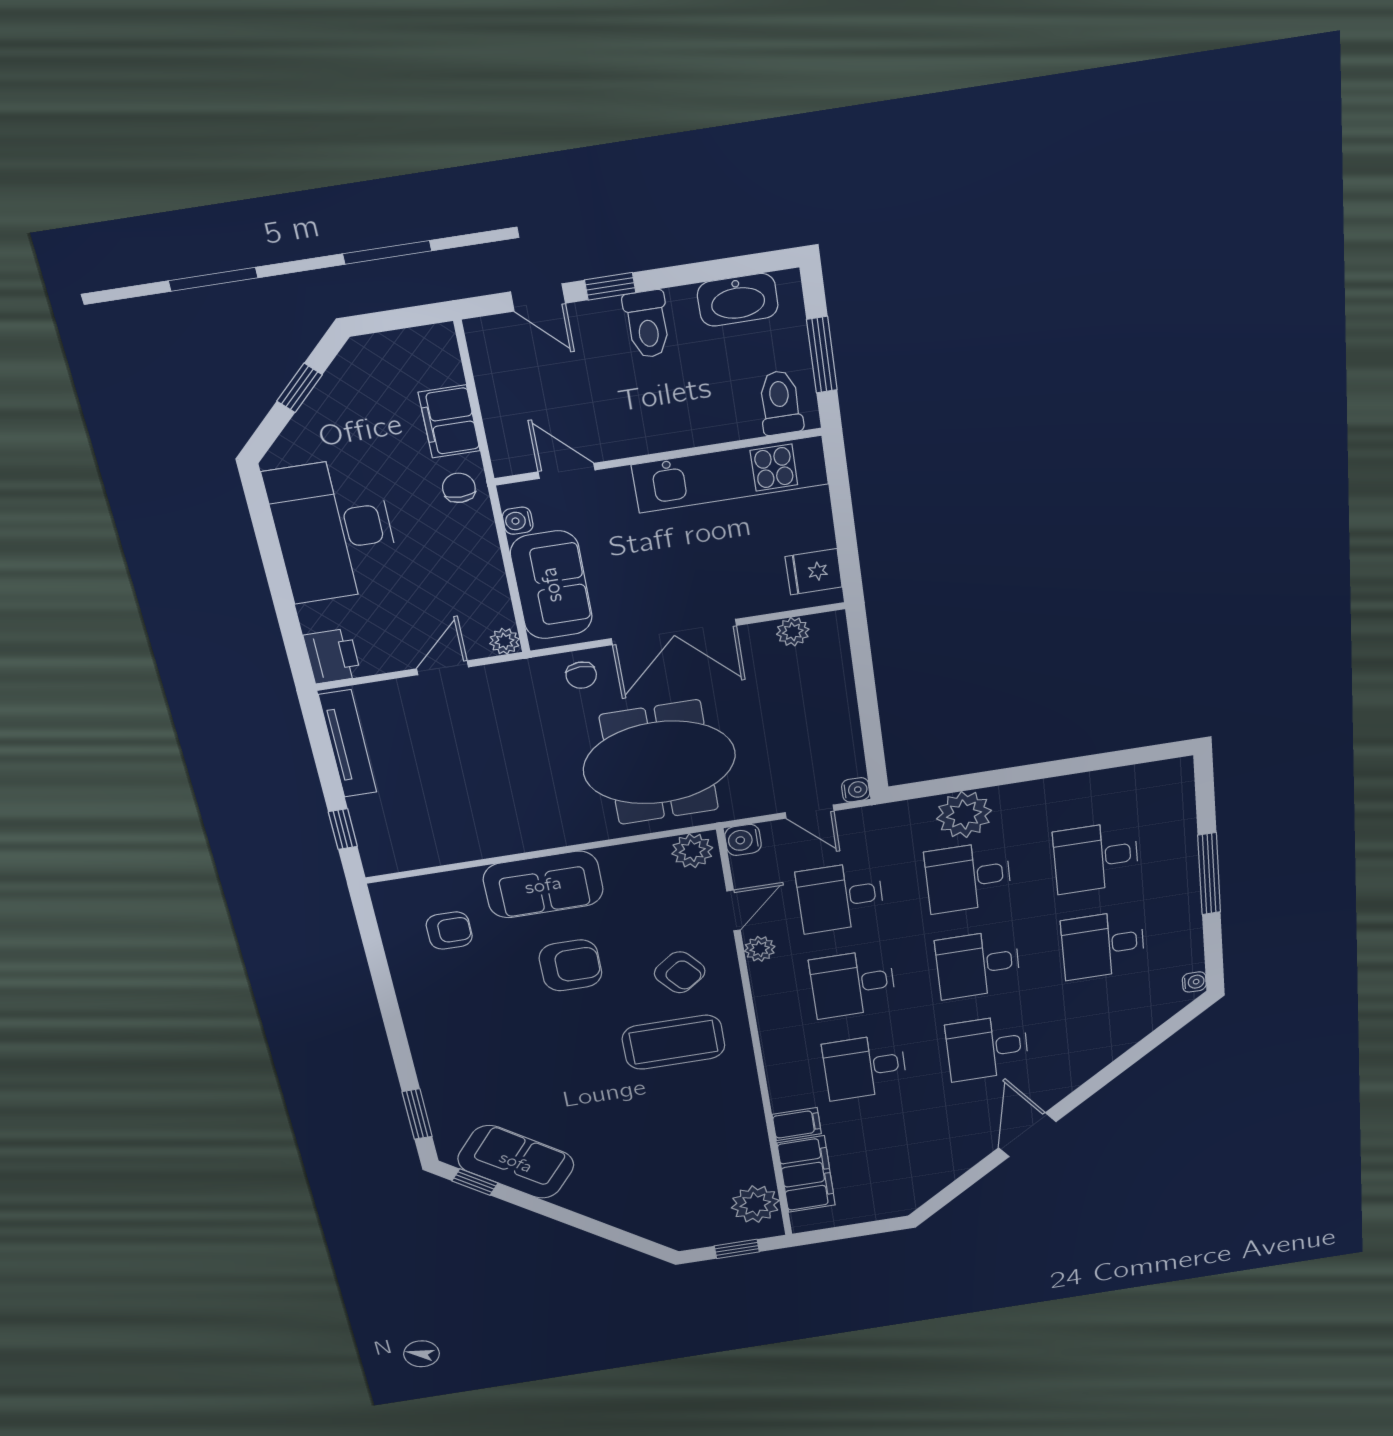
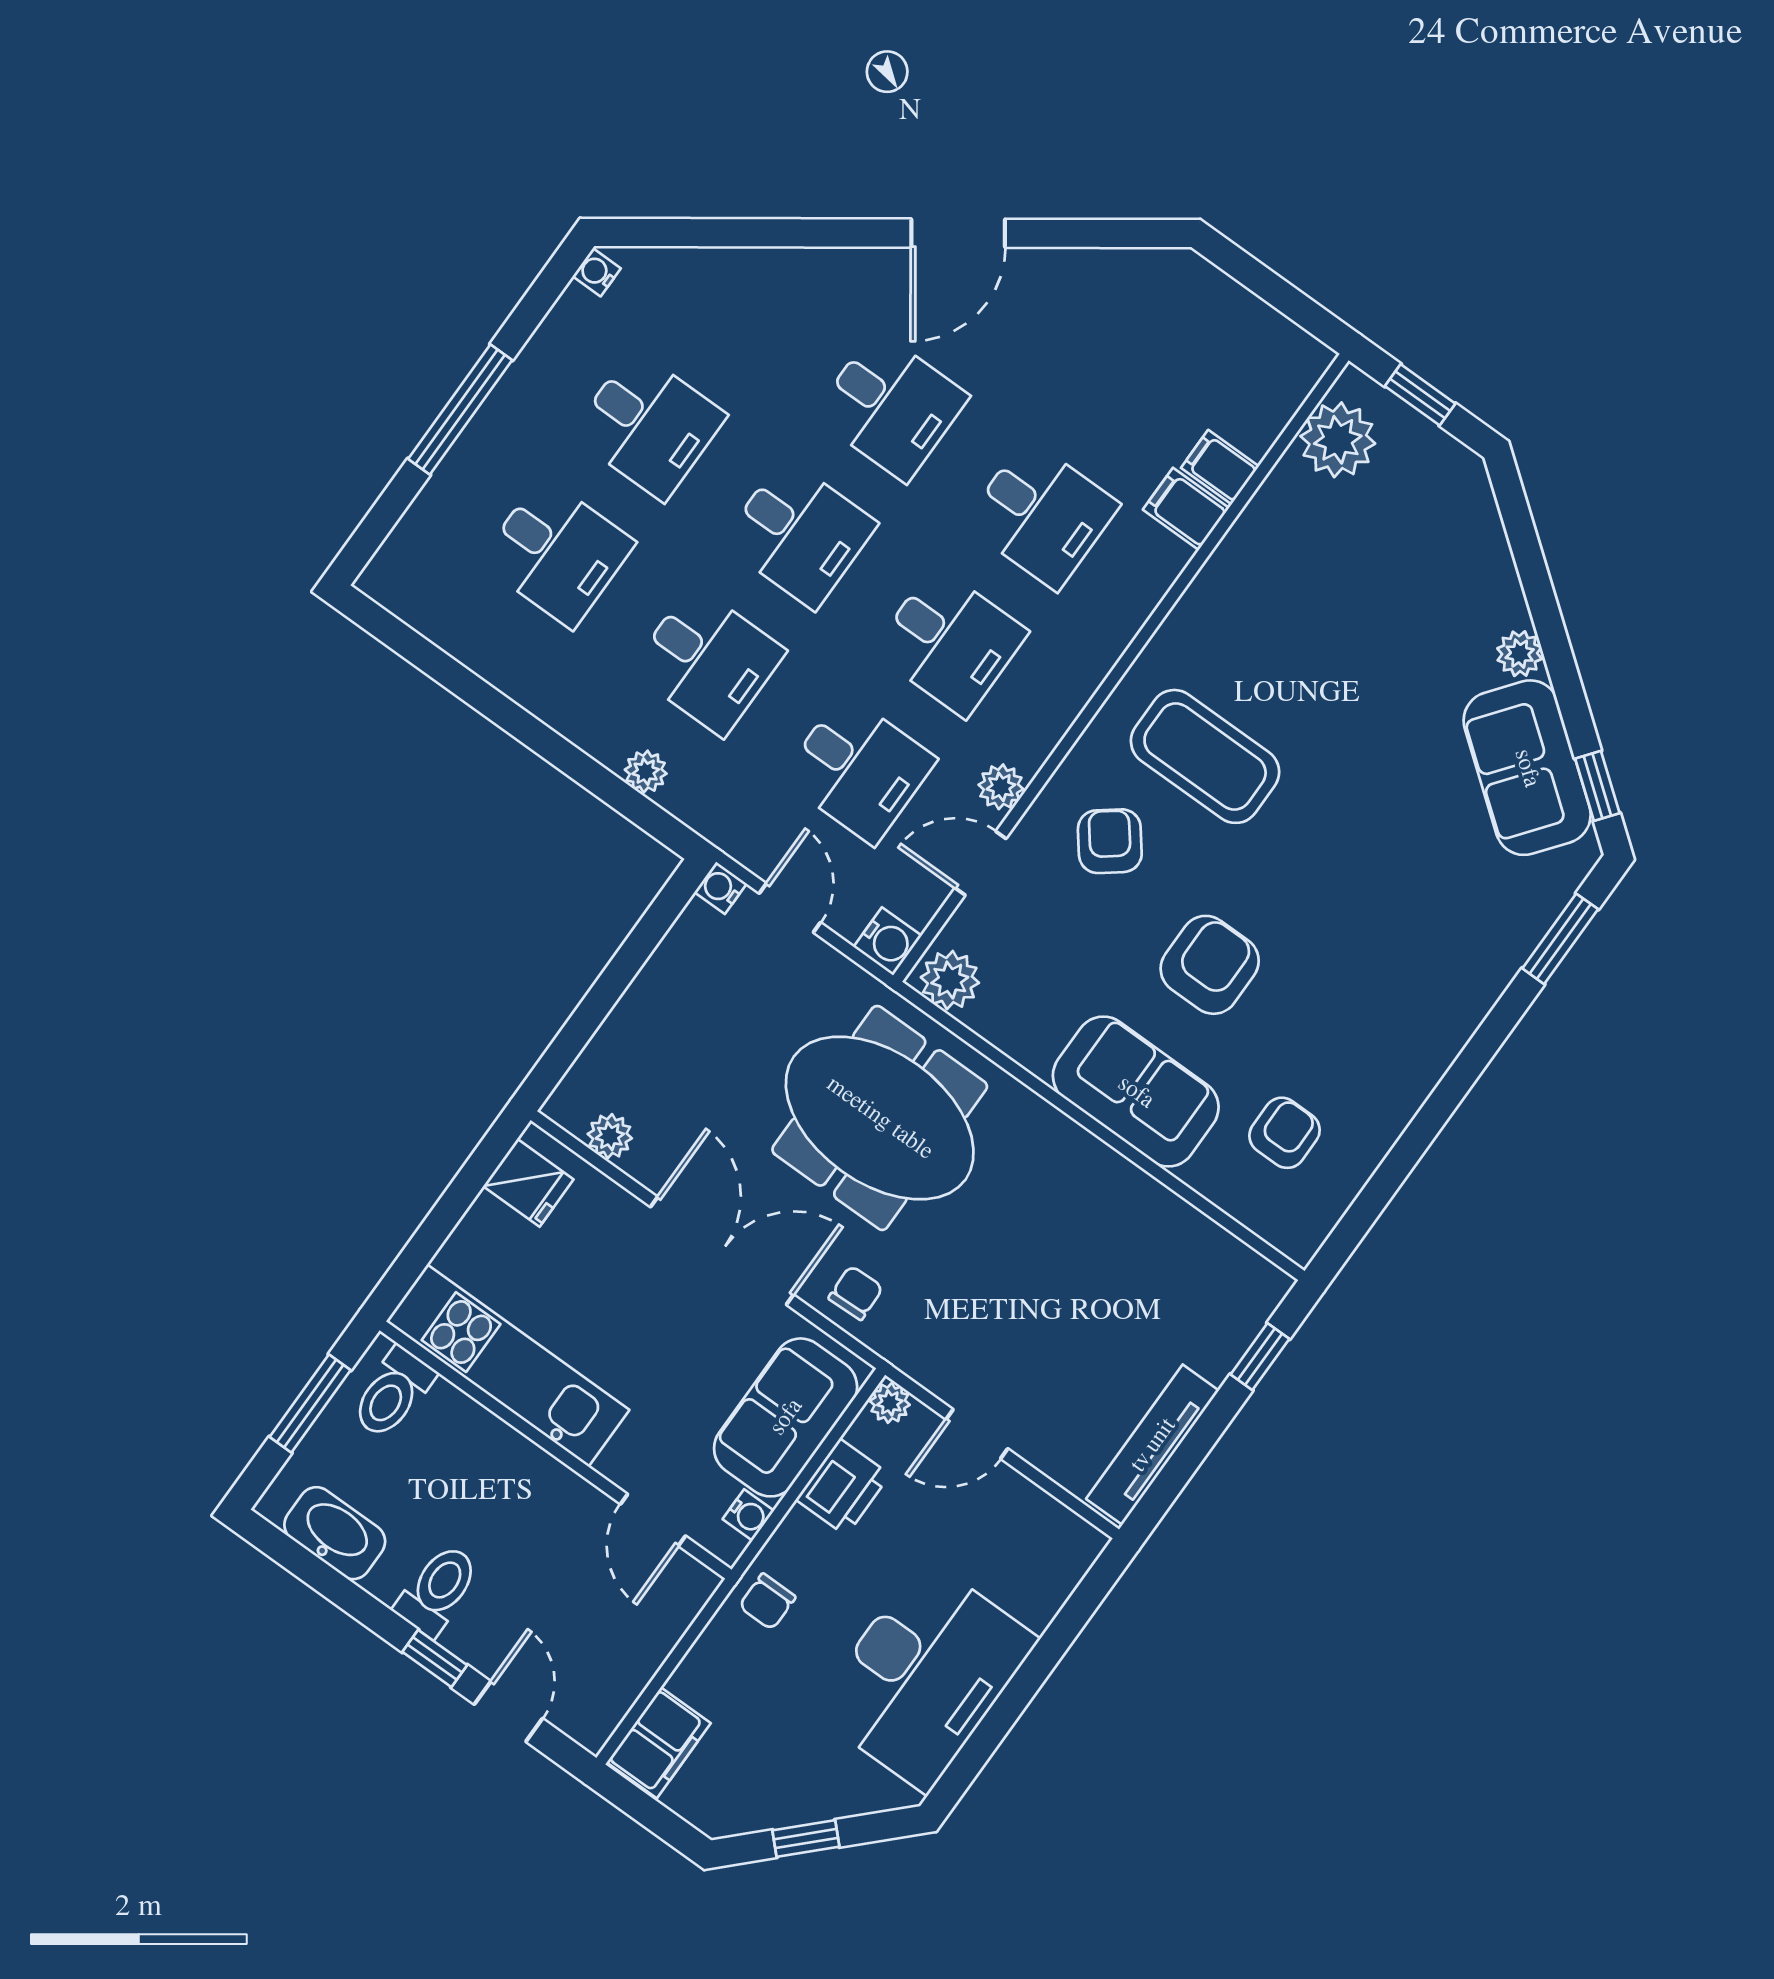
filing cabinet: (449, 422) -> (659, 1743), moved
printer: (332, 656) -> (843, 1487), moved, turned 180
plant: (964, 815) -> (646, 772), width x0.53, depth x0.53
armchair: (449, 931) -> (1285, 1133), turned 90
armchair: (570, 965) -> (1210, 965), turned 90
filing cabinet: (806, 1174) -> (1220, 467), width x0.33, depth x0.86
plant: (573, 1198) -> (1520, 654), added

